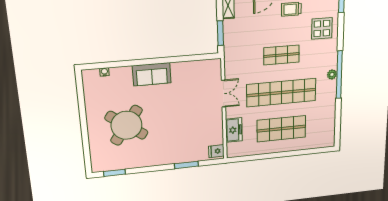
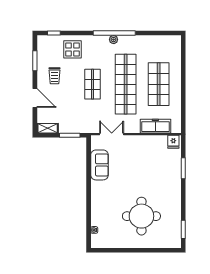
sofa: (152, 74) -> (99, 165), moved
double door: (223, 94) -> (112, 134), moved
round table: (126, 125) -> (141, 216), turned -36
freezer: (234, 130) -> (155, 126), width x1.40

